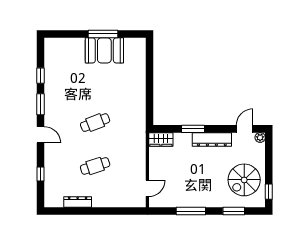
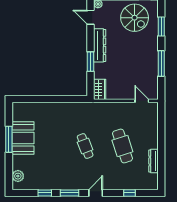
plant: (60, 44) -> (18, 176), added
cafe table: (95, 166) -> (122, 146), width x1.37, depth x1.35

